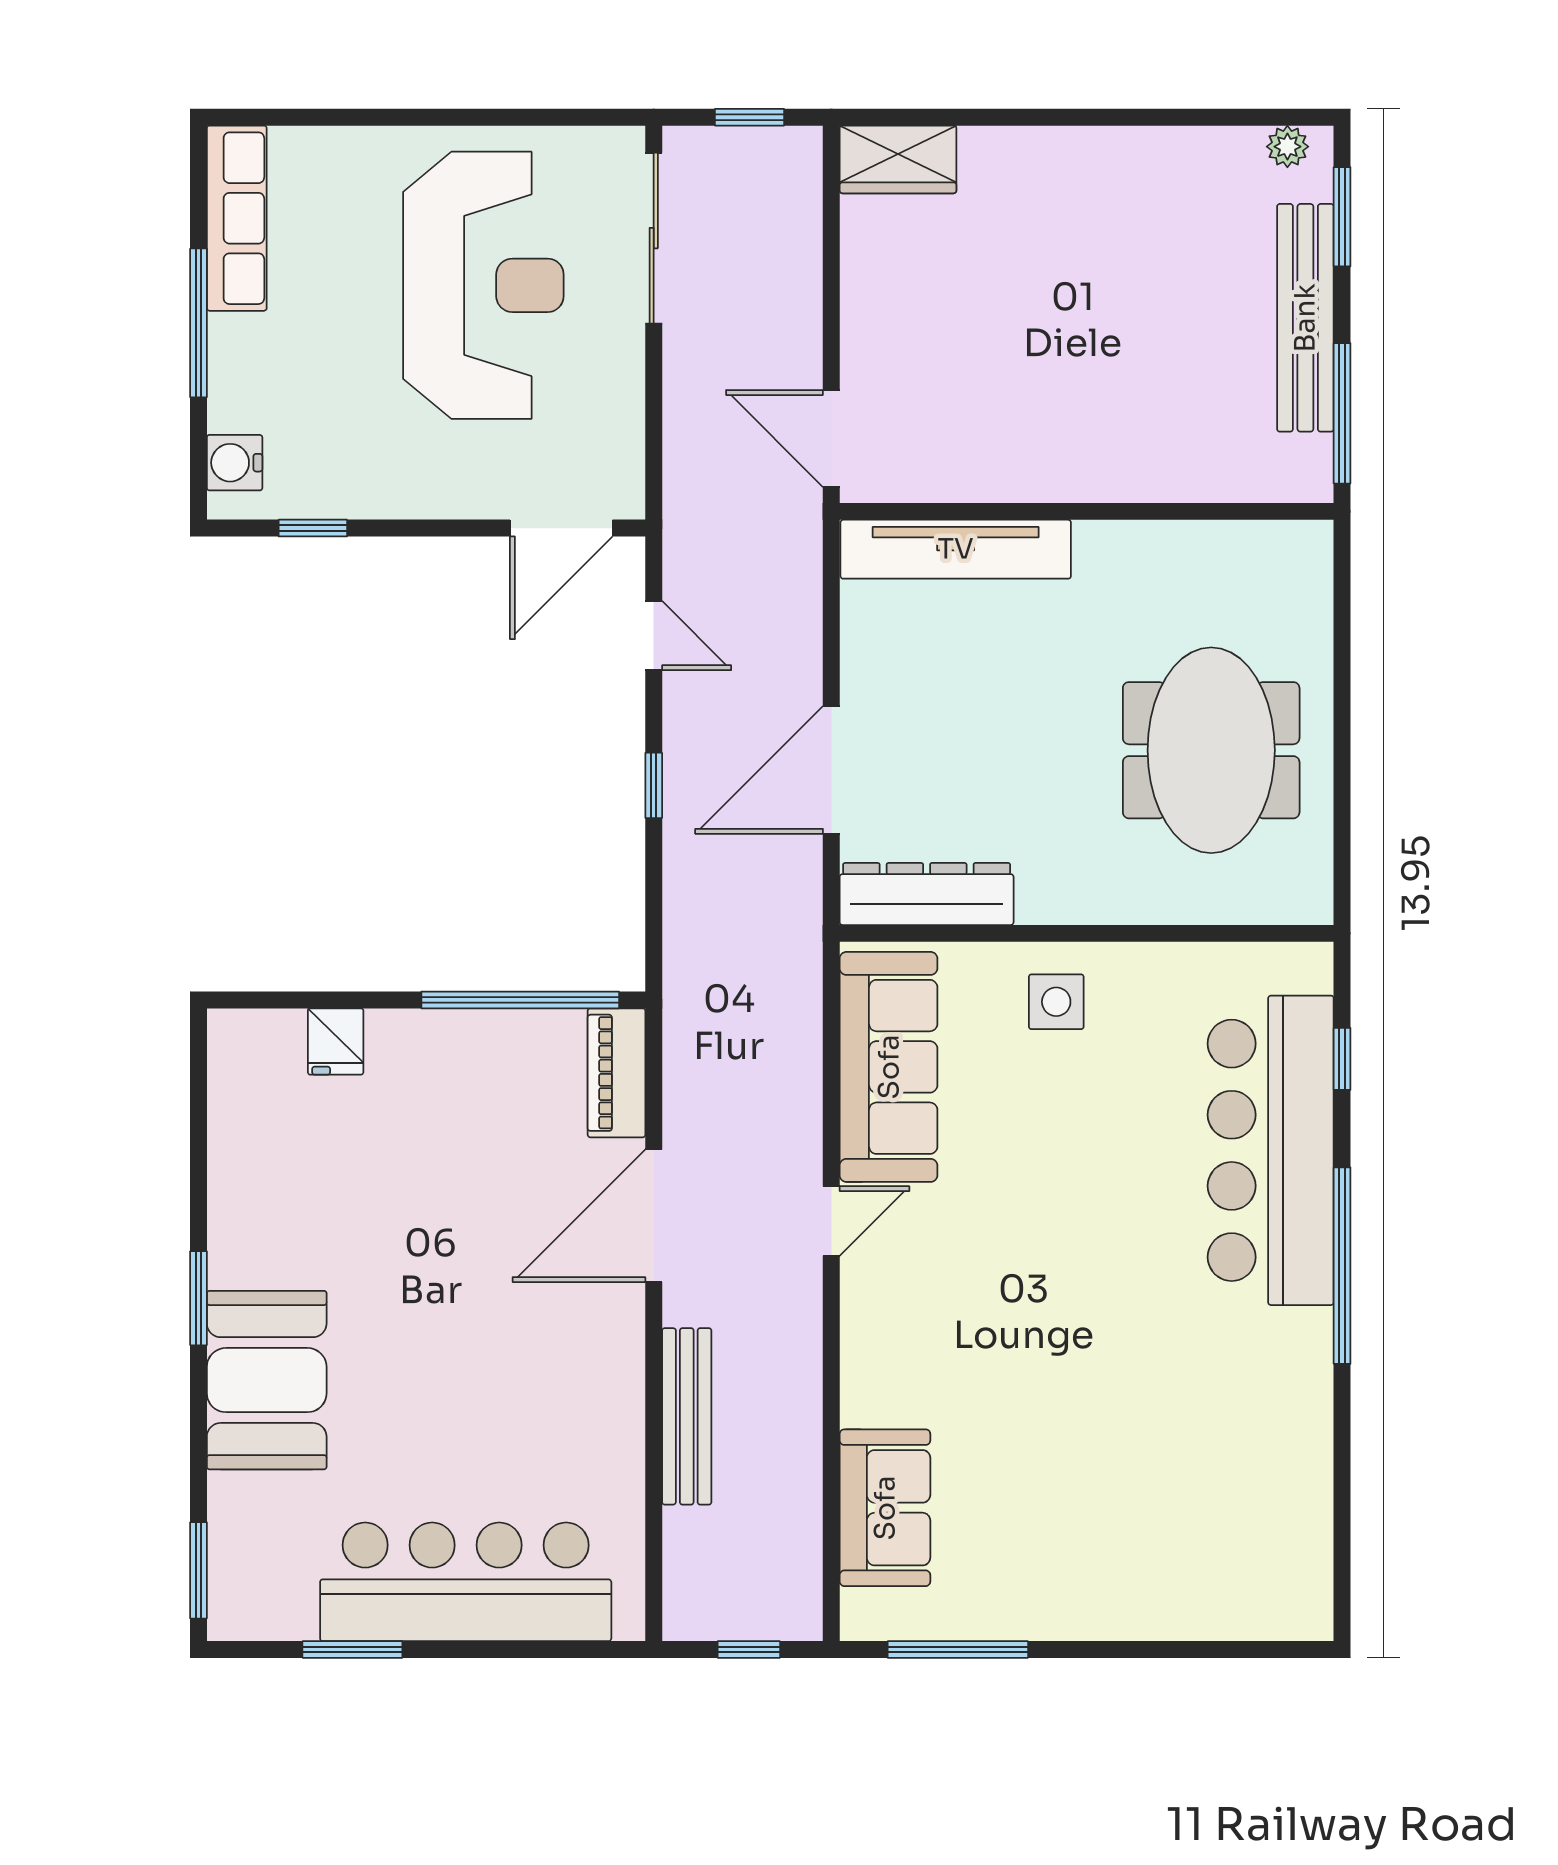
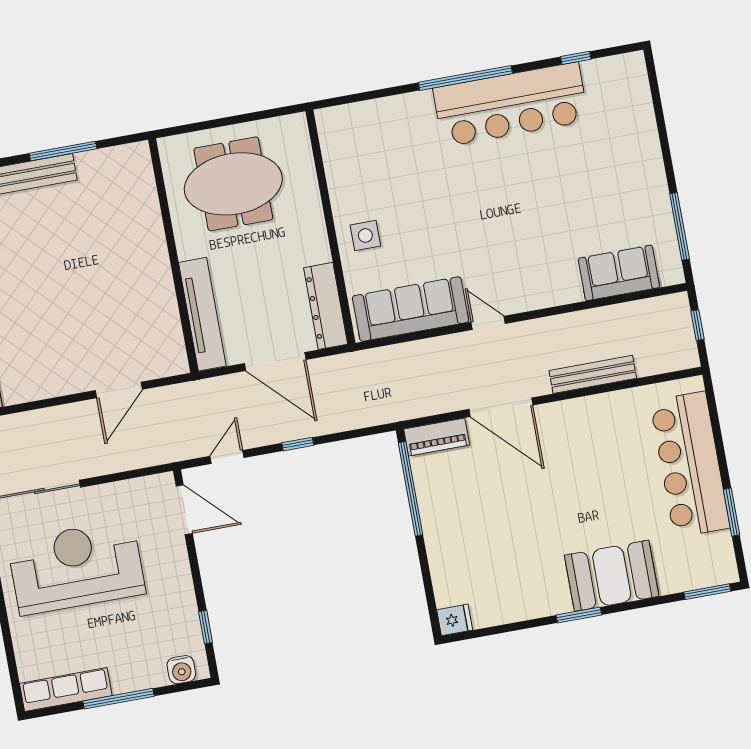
wall: (1087, 511) -> (173, 256), moved
tv unit: (956, 549) -> (202, 314), moved
fridge: (336, 1041) -> (455, 620), moved
window: (1342, 1059) -> (576, 58), moved
bar counter: (1271, 1150) -> (511, 104), moved

